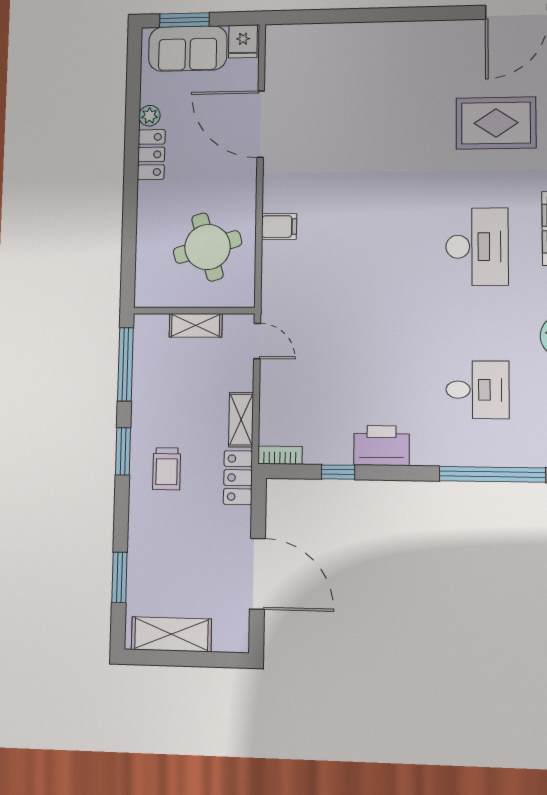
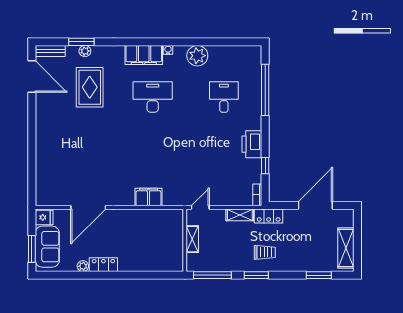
filing cabinet: (279, 227) -> (148, 197), width x2.00
round table: (207, 247) -> (152, 234), removed

